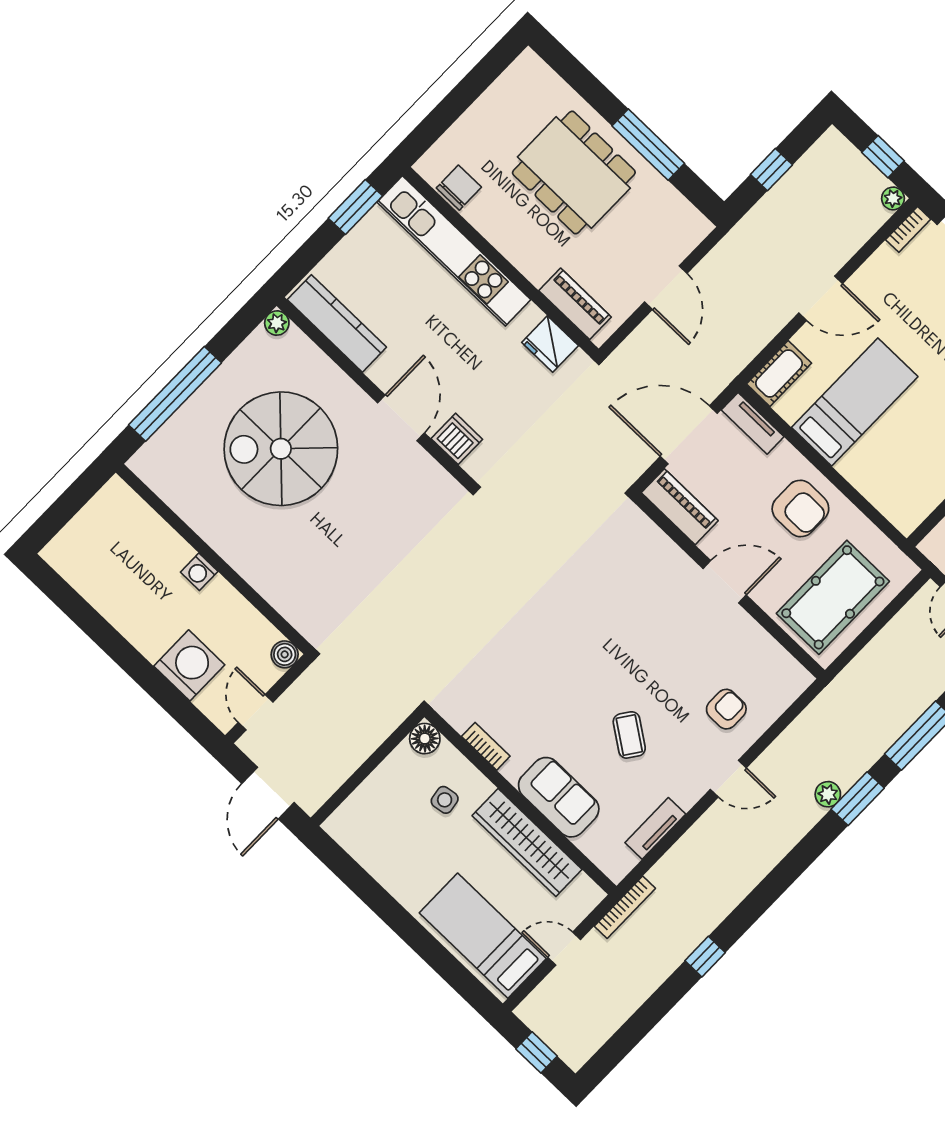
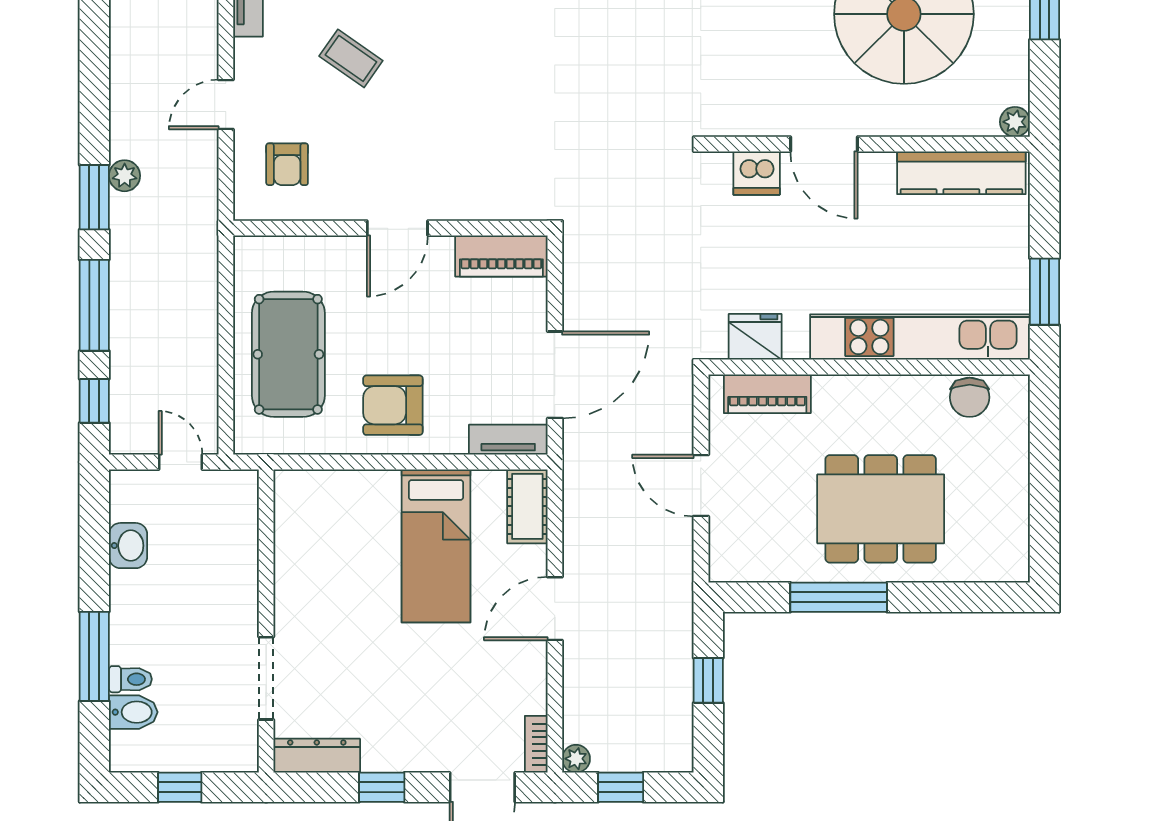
piano: (680, 507) -> (501, 256), moved
door: (725, 582) -> (397, 228), moved
wall: (729, 586) -> (390, 228), moved

